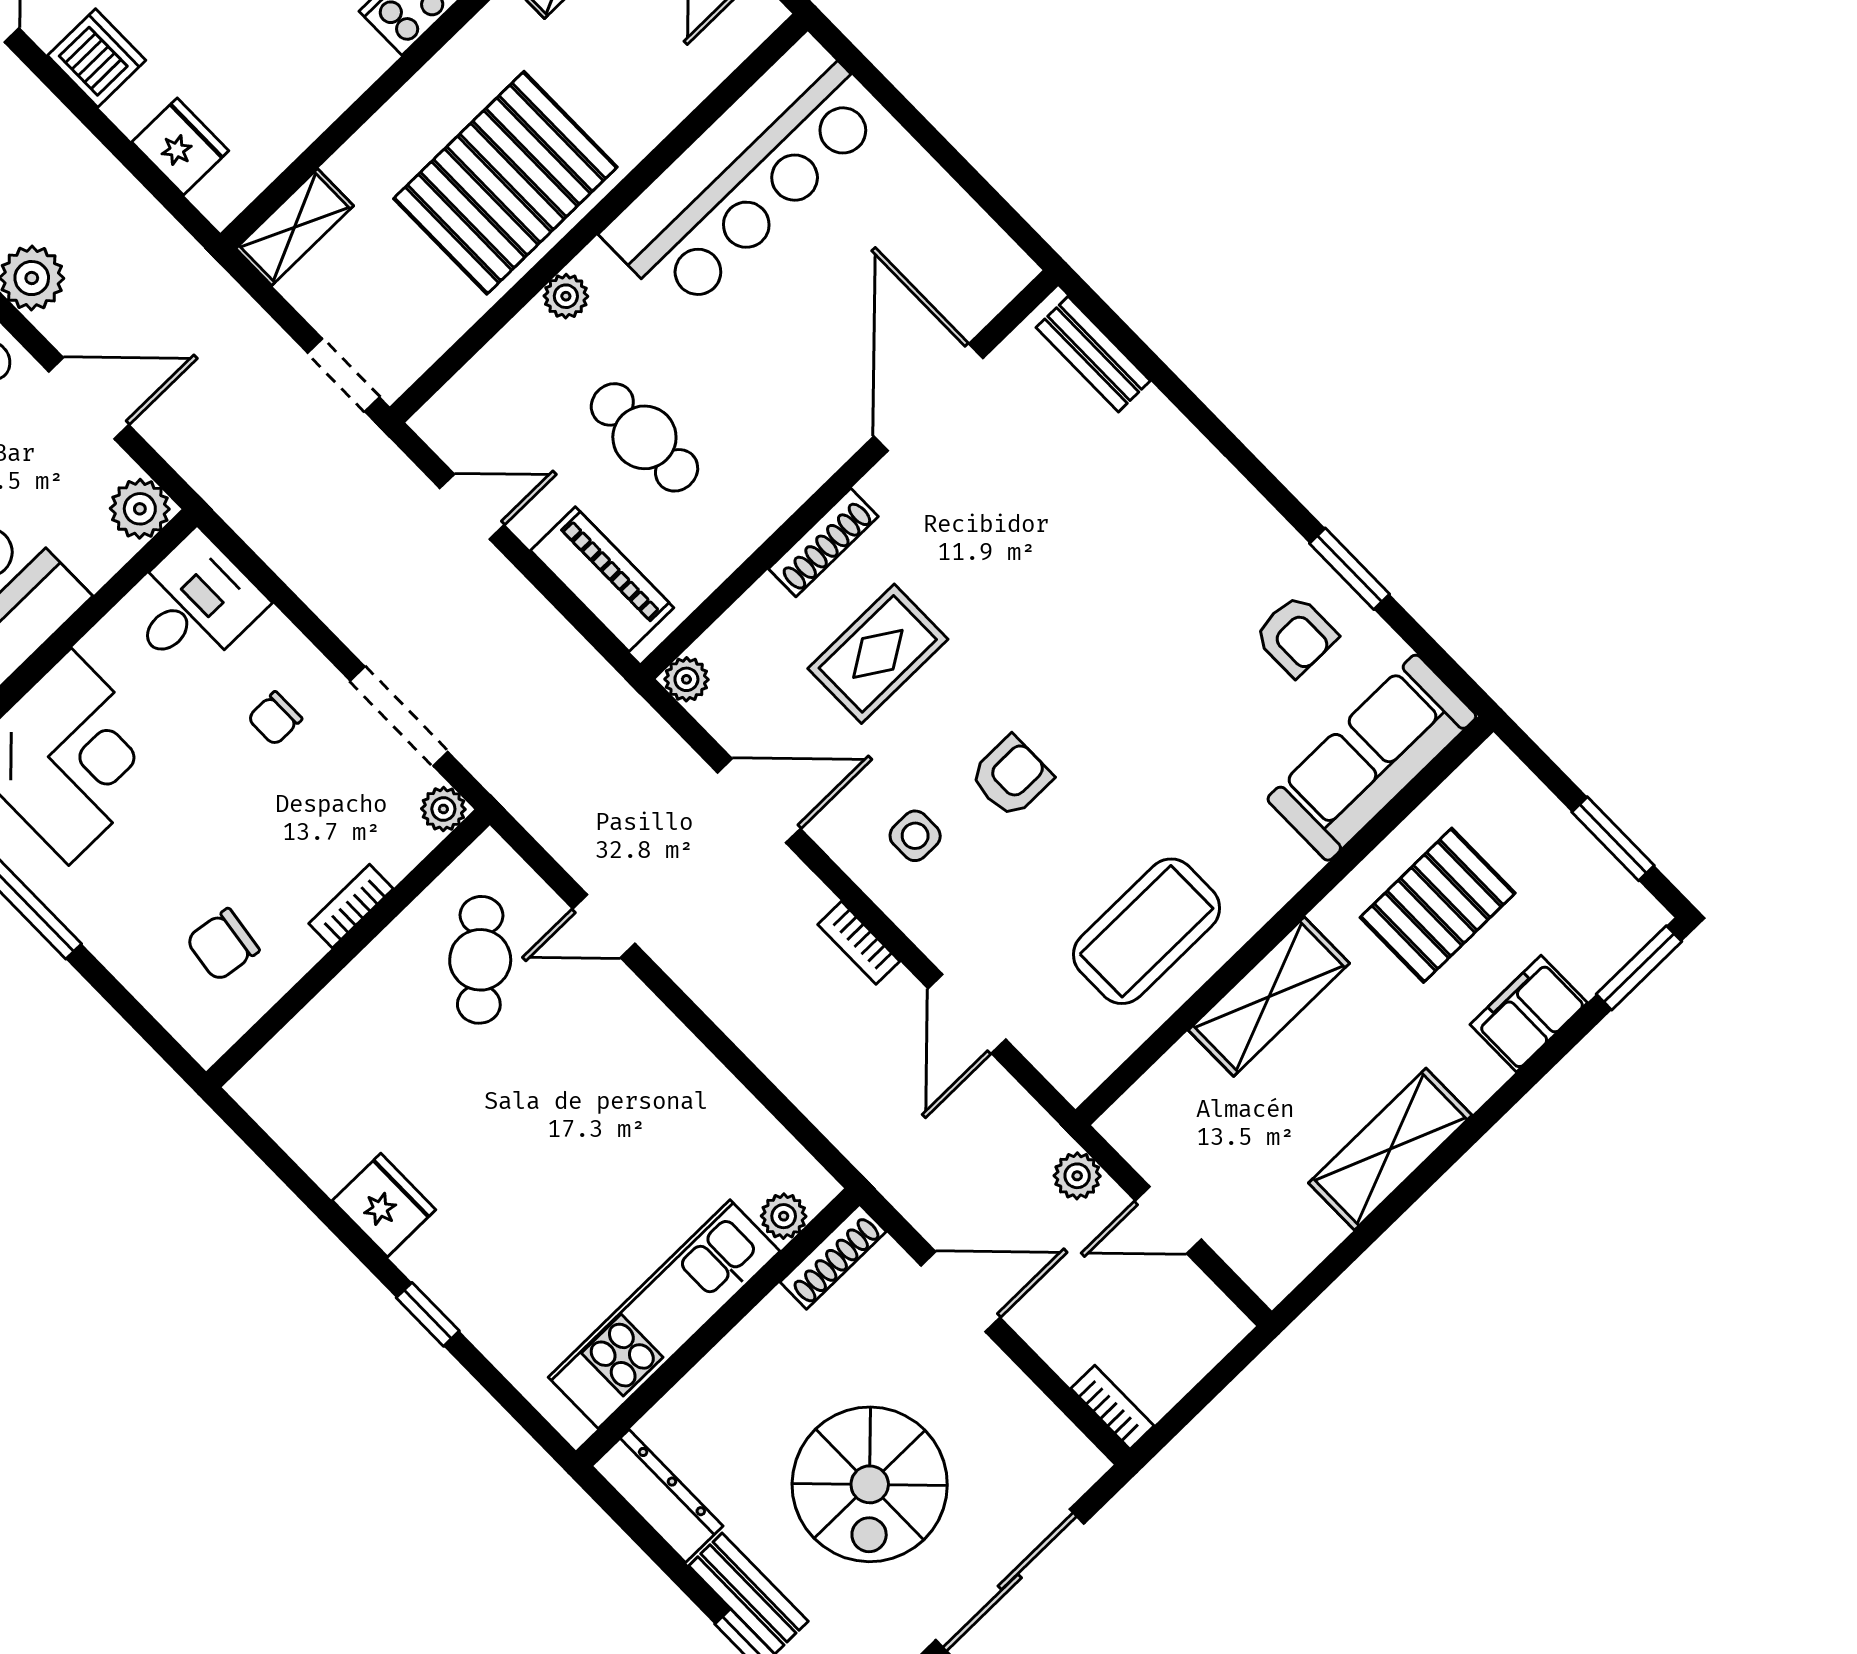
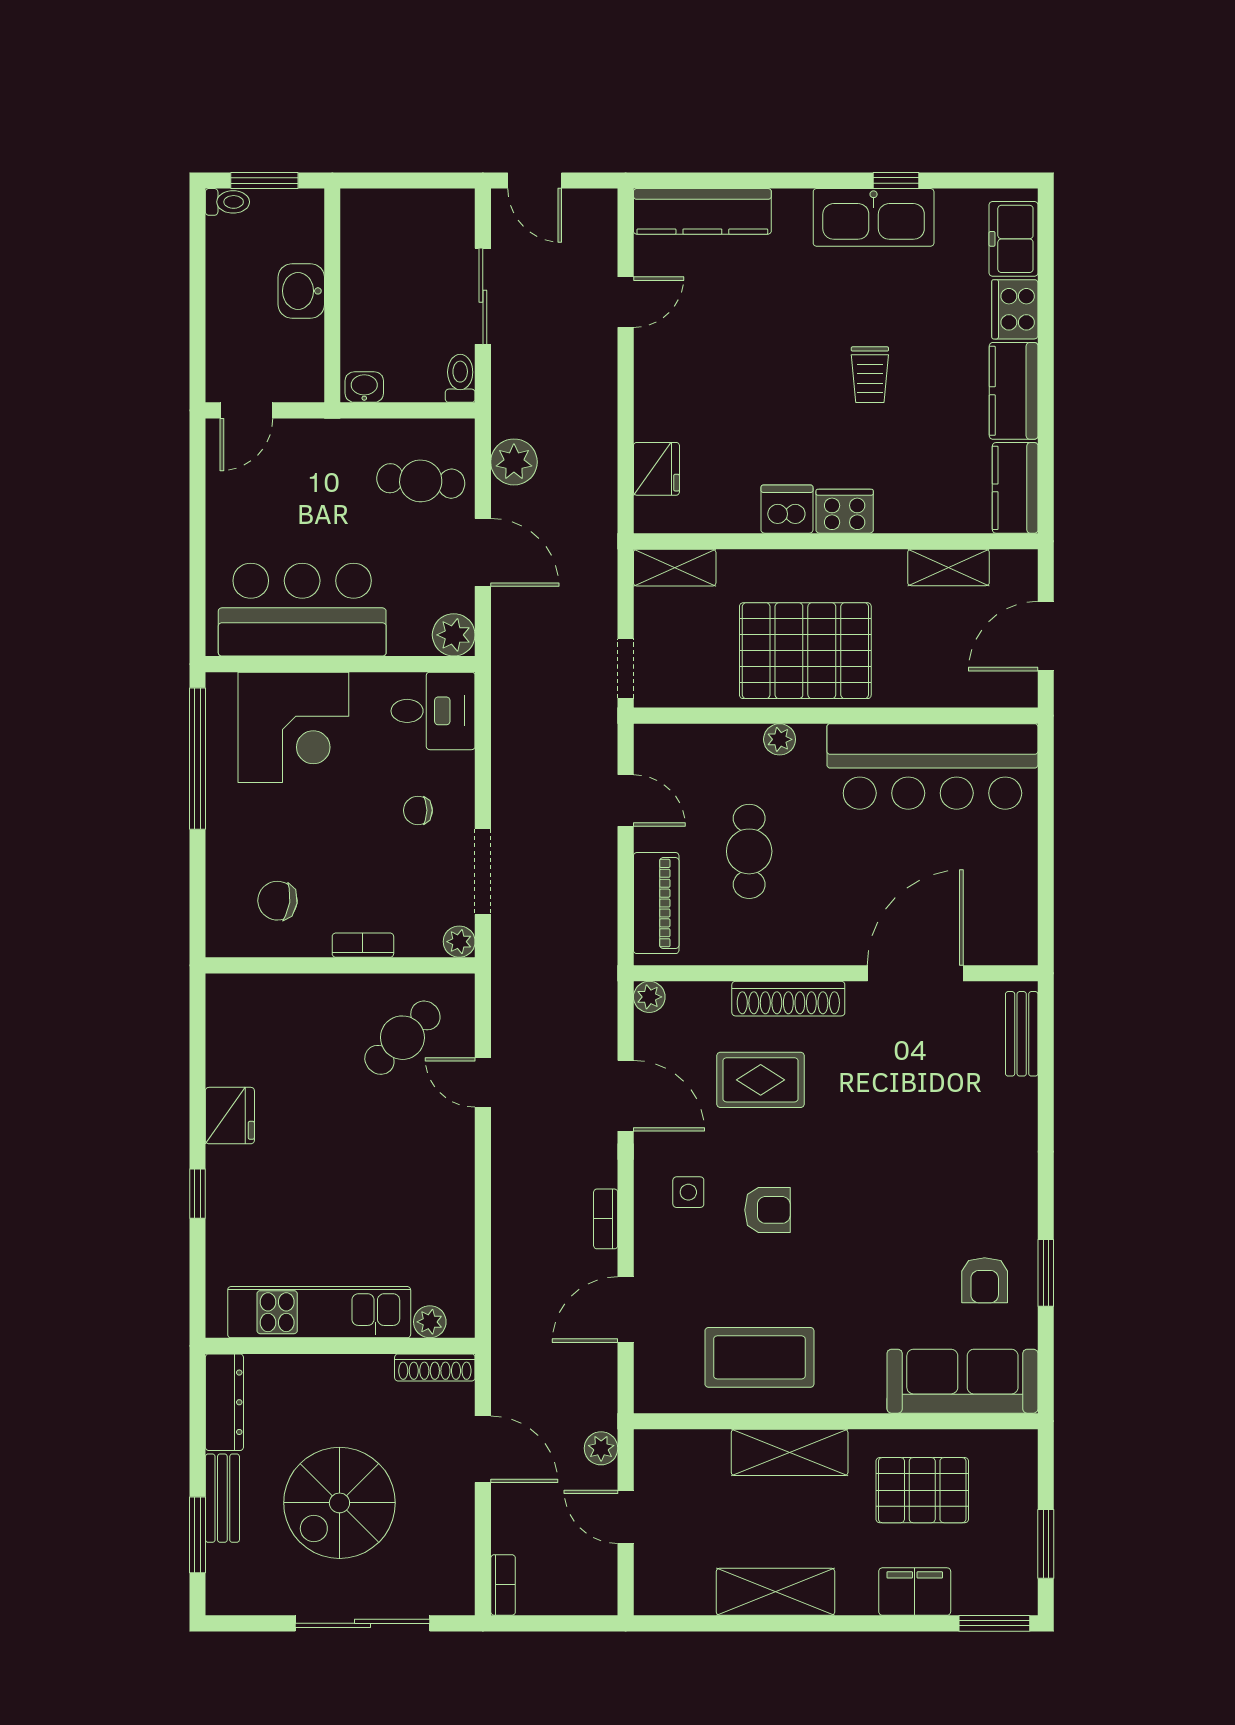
dishwasher: (97, 58) -> (787, 509), moved, turned -90
shoe rack: (823, 543) -> (788, 999), width x1.36, depth x1.24

